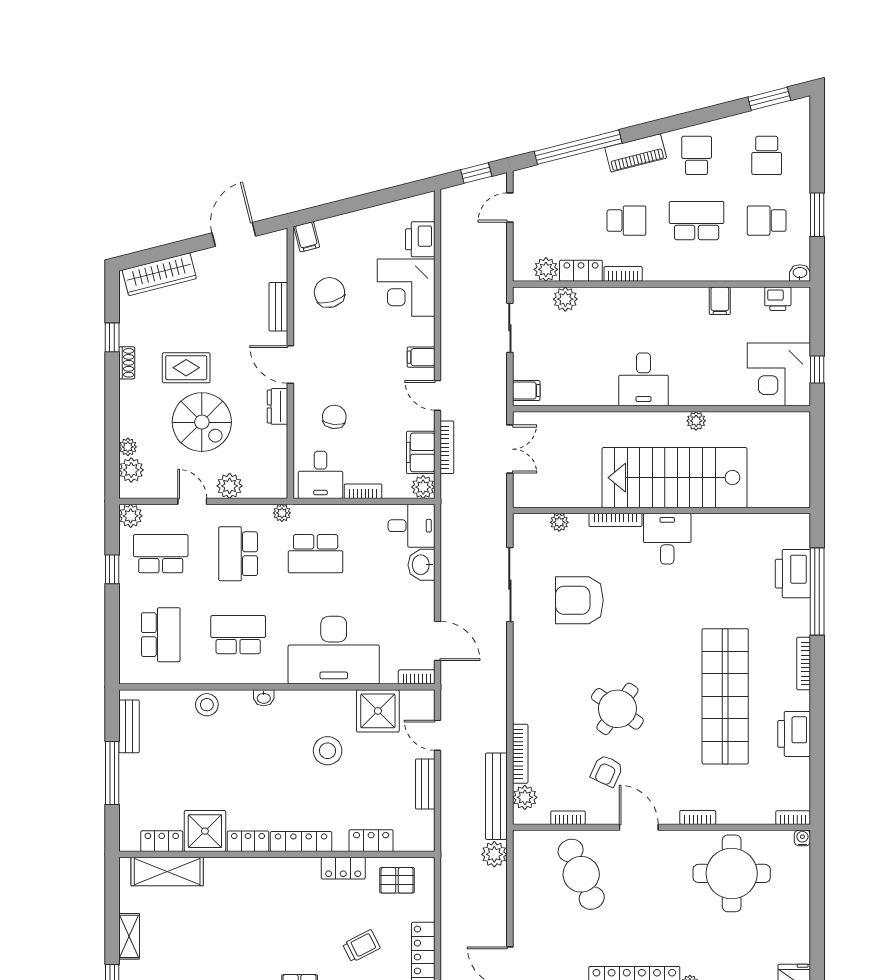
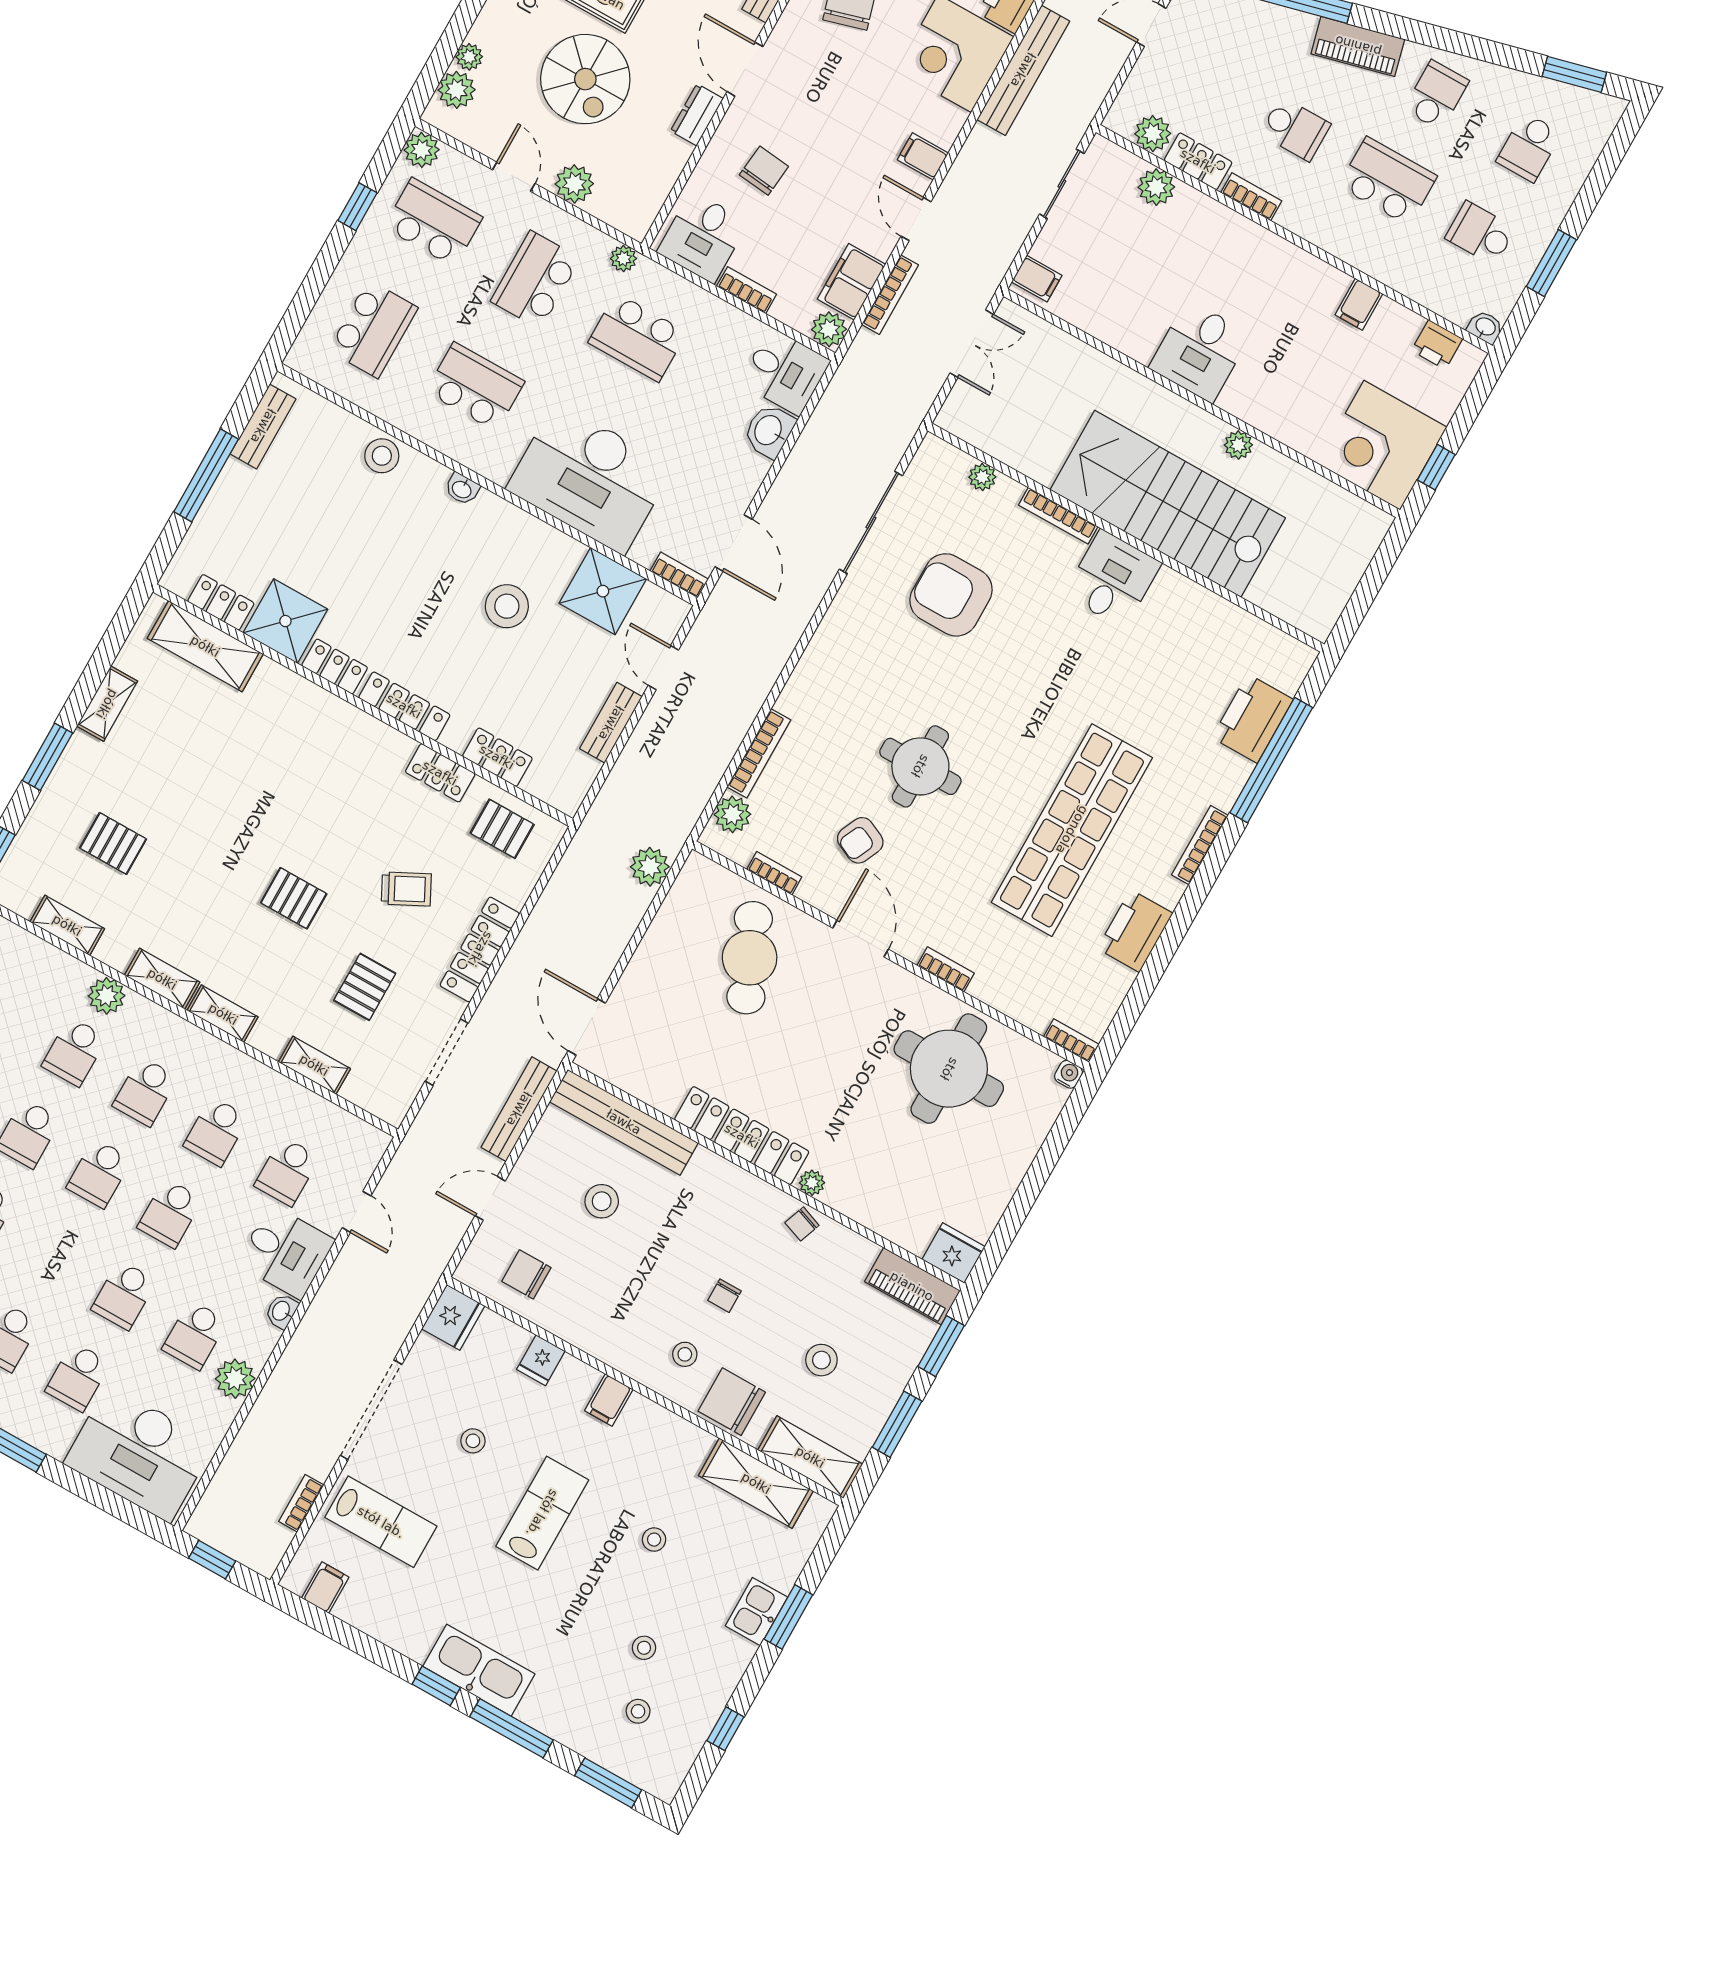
round table: (617, 709) -> (920, 766), turned -35
bench: (496, 796) -> (1023, 70), moved

